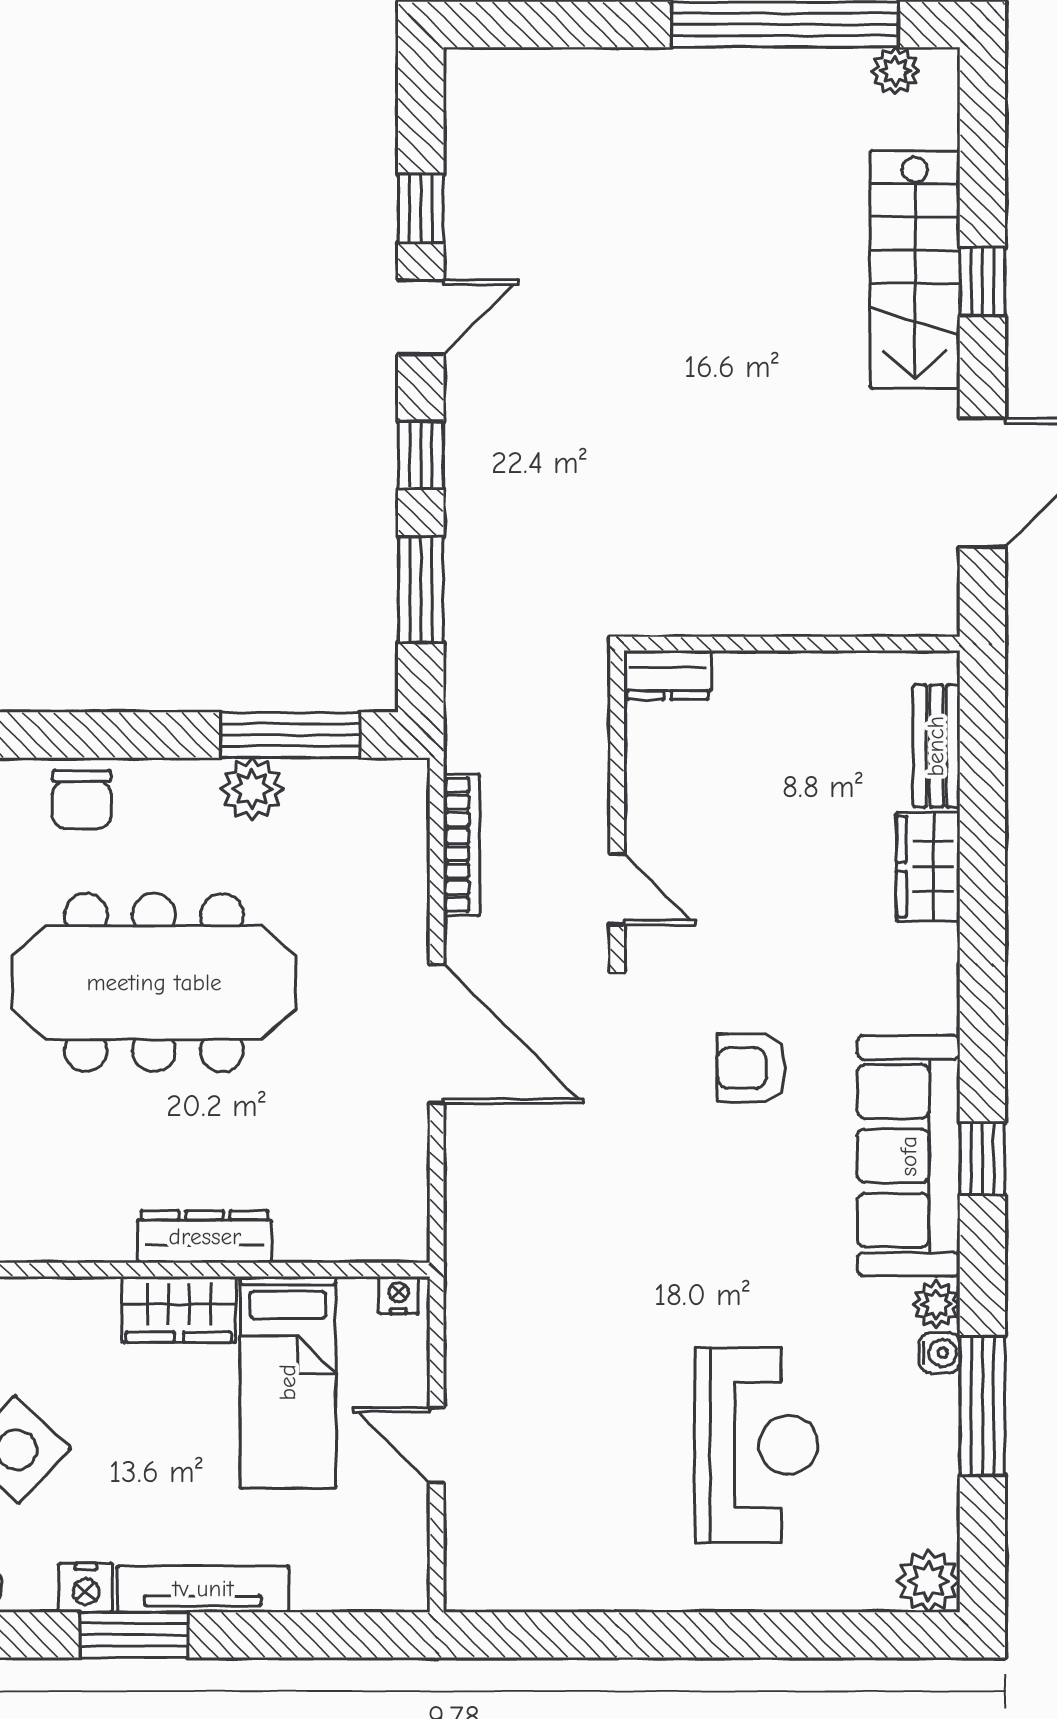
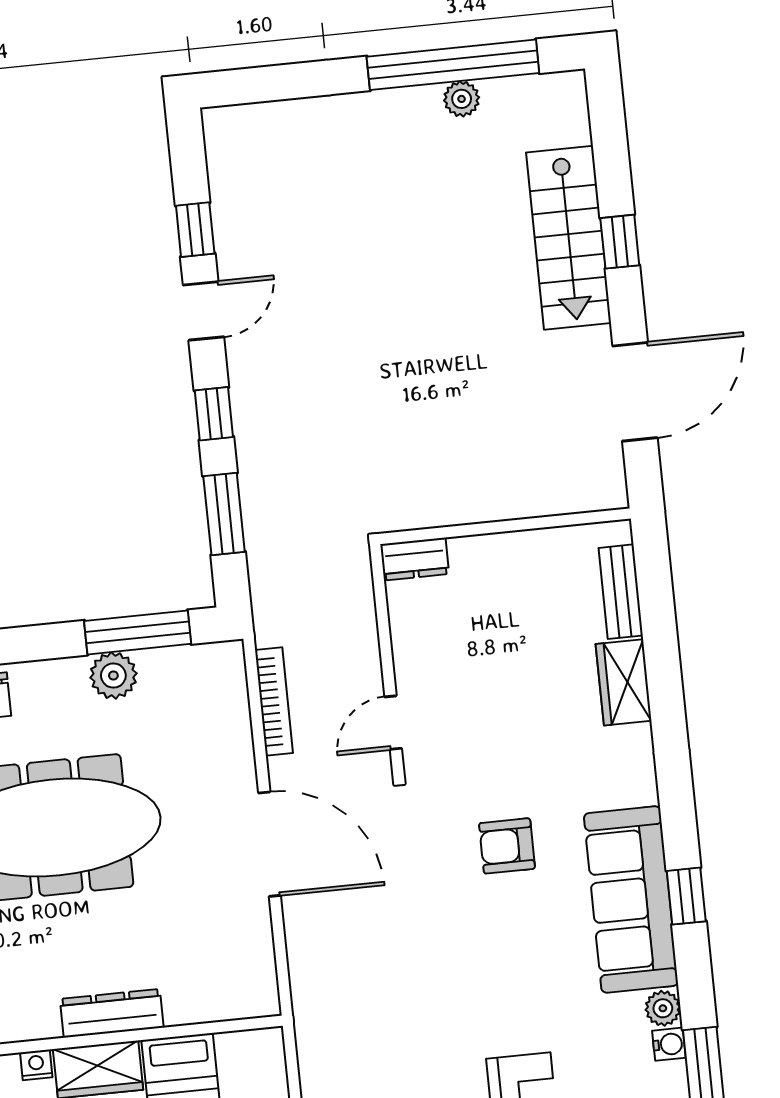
plant: (895, 71) -> (462, 99), moved
door: (617, 889) -> (393, 723), swing flipped
nightstand: (399, 1295) -> (36, 1065), moved

